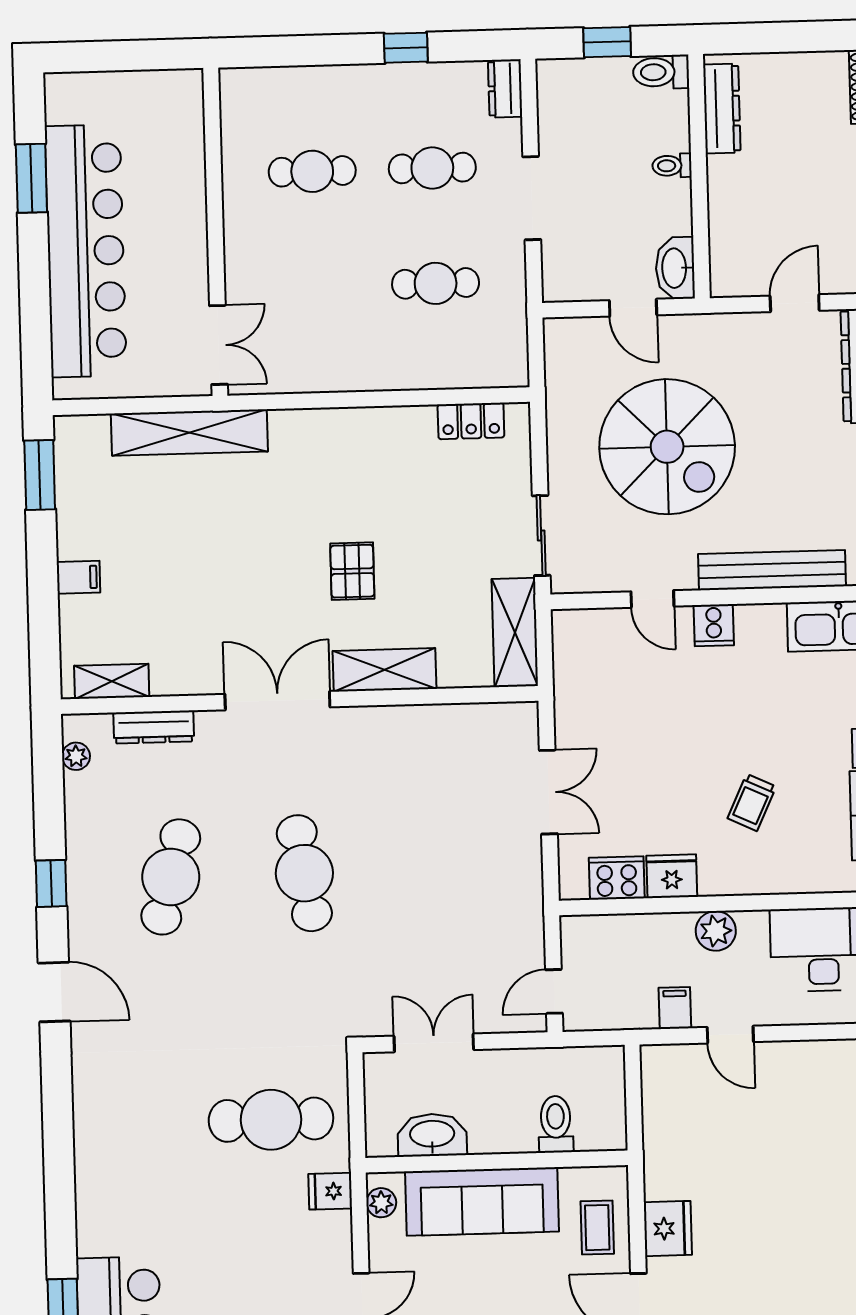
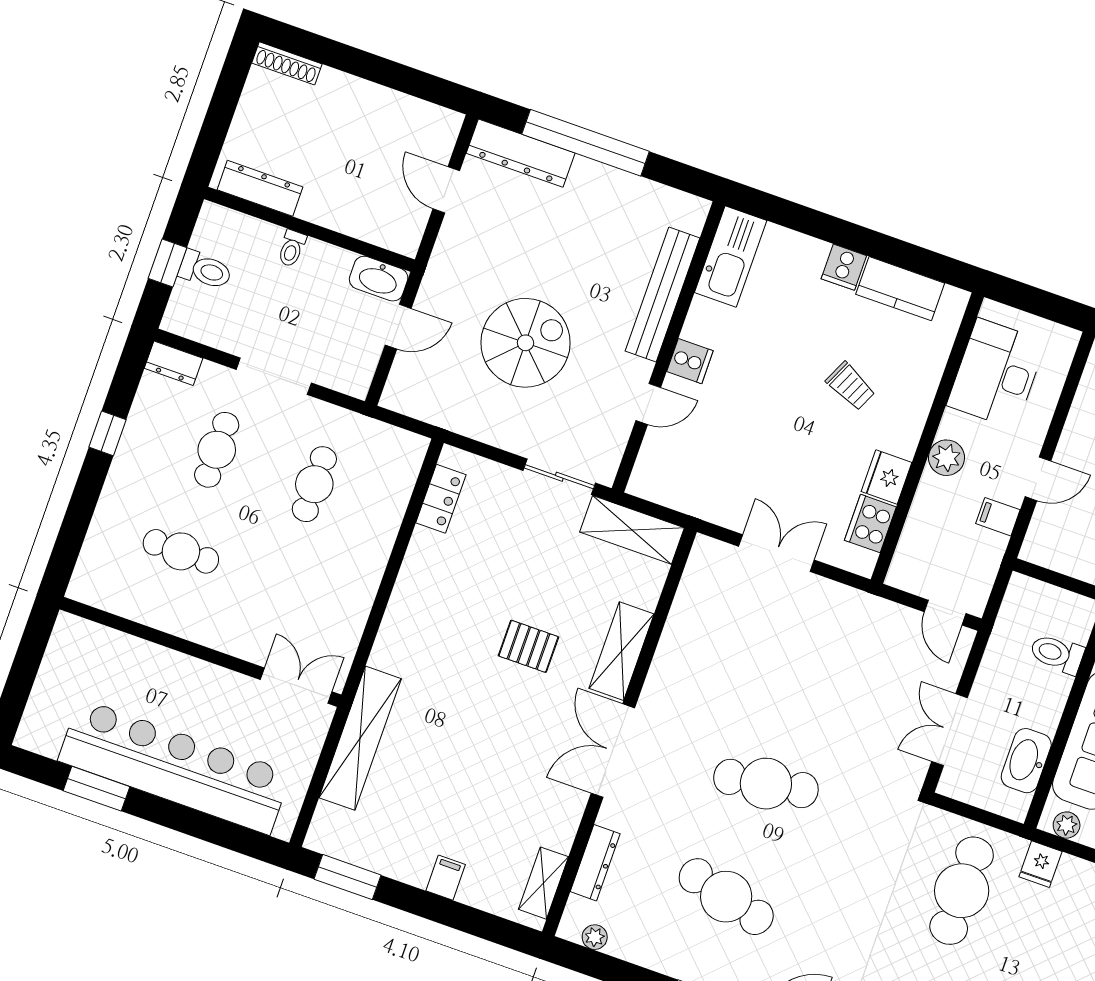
toilet: (661, 72) -> (205, 270), moved, turned -90
cafe table: (312, 171) -> (181, 551), turned 90
spiral stairs: (667, 447) -> (525, 343), width x0.73, depth x0.73

